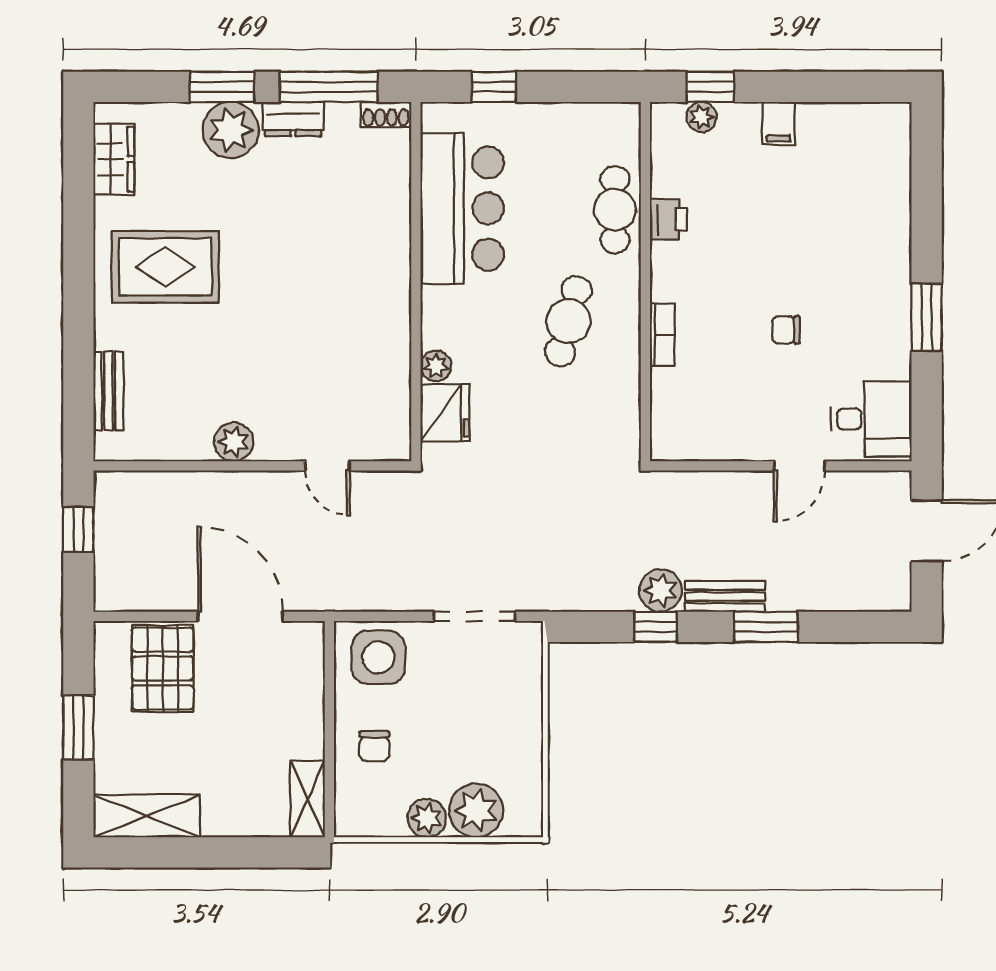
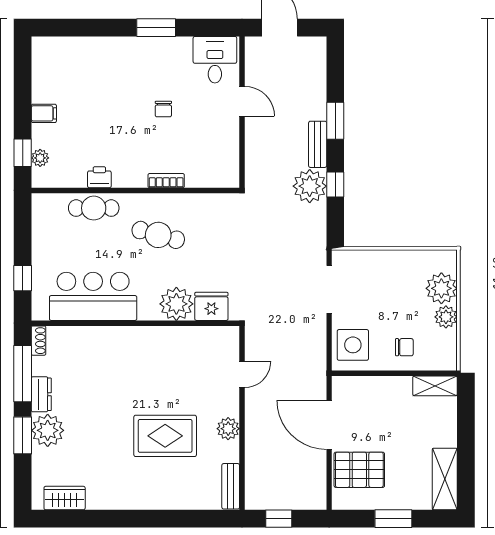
rug: (165, 267) -> (165, 436), moved, turned 90
plant: (436, 366) -> (176, 304), width x1.87, depth x1.87
bench: (108, 391) -> (231, 486), moved, turned 90
plant: (661, 590) -> (310, 186), width x1.36, depth x1.36
door: (240, 616) -> (329, 425), hinge flipped

